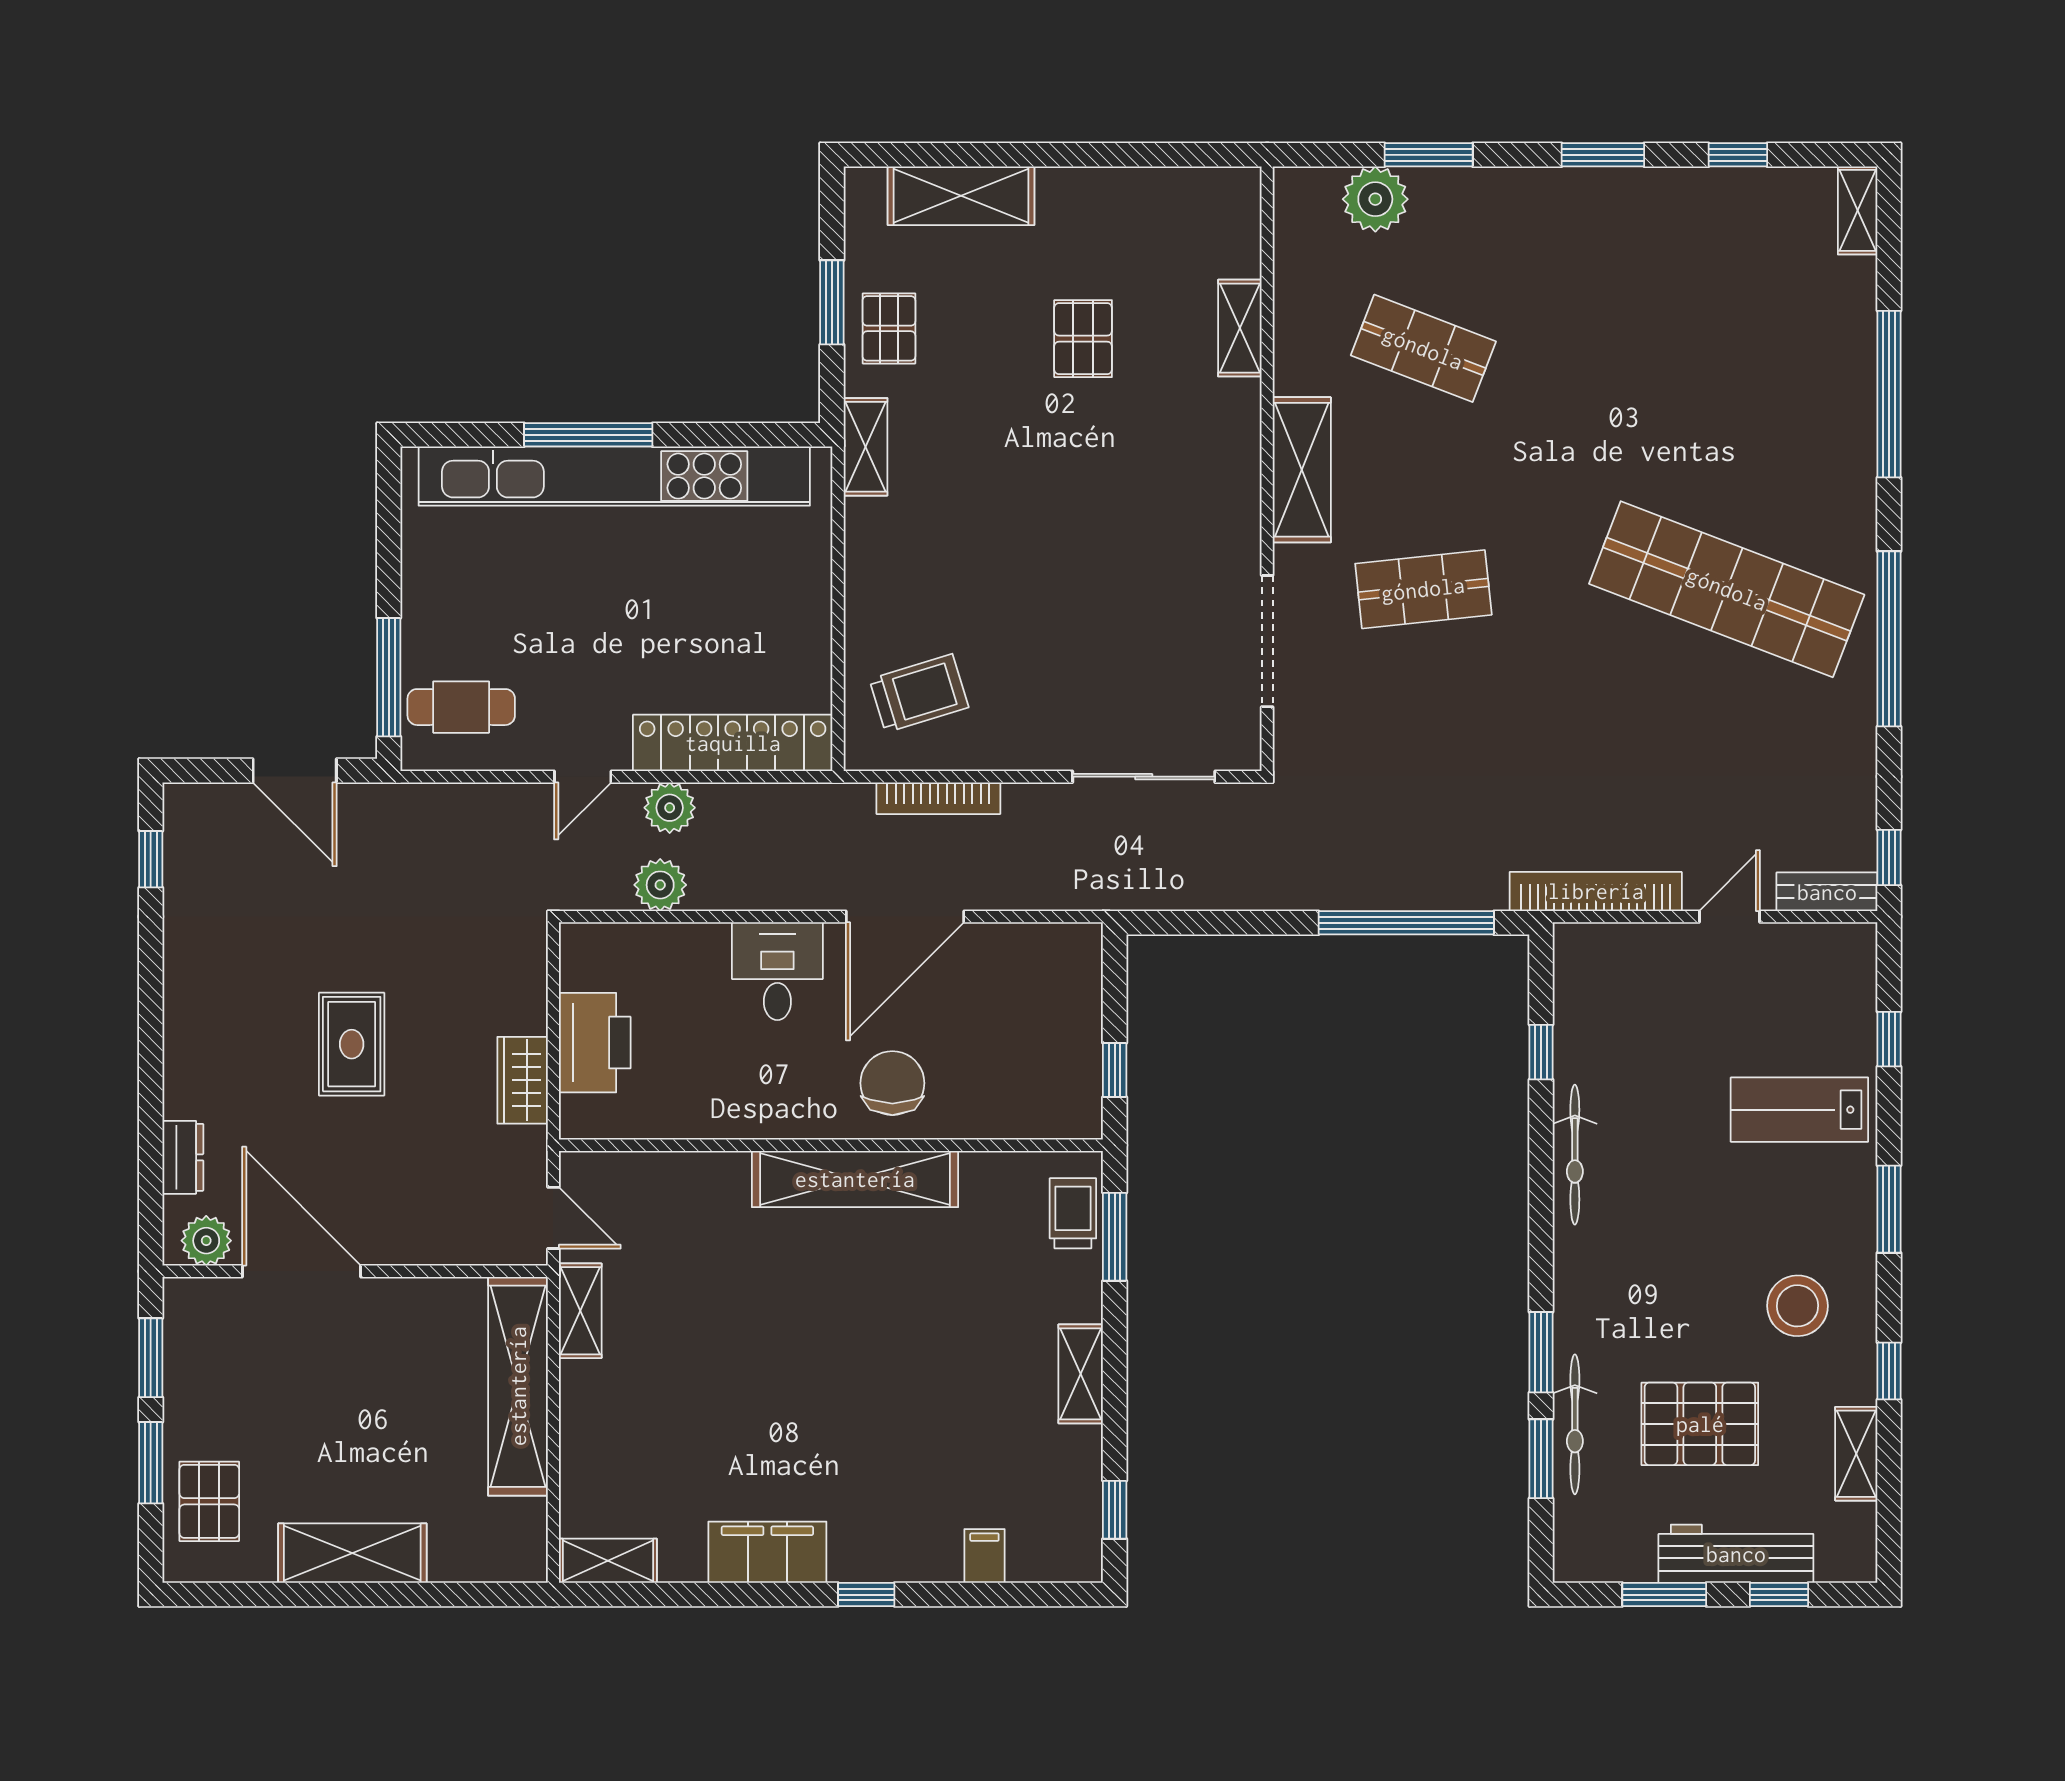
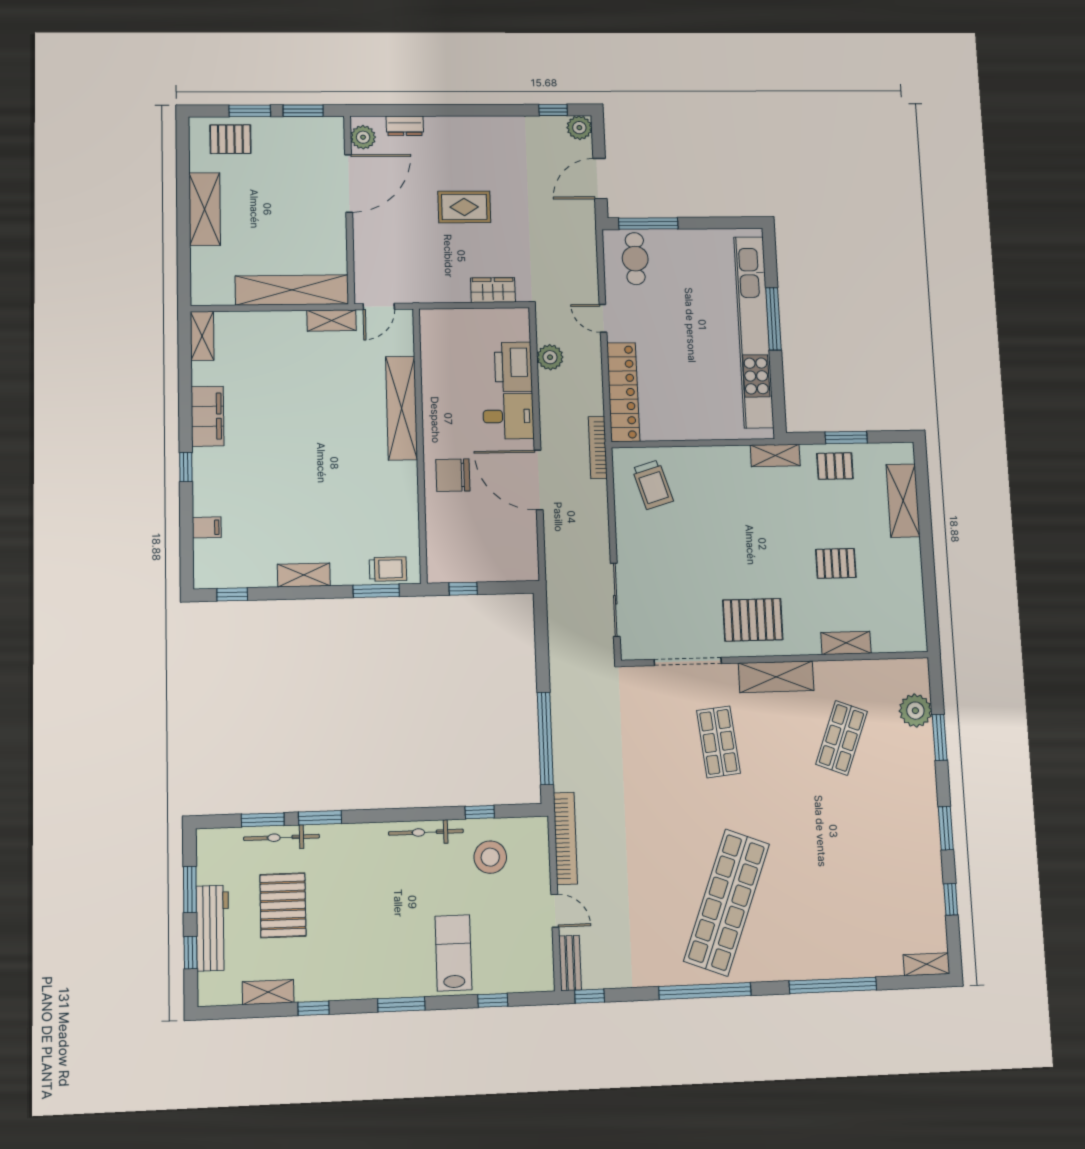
pallet: (1190, 509) -> (753, 620), added
bookcase: (938, 798) -> (598, 448), moved
plant: (670, 808) -> (579, 128), moved
printer: (595, 1043) -> (513, 367), moved, turned 90
wardrobe: (523, 1080) -> (493, 290), moved
chair: (892, 1083) -> (453, 475), turned 180
shelving: (855, 1179) -> (401, 408), moved
stool: (1797, 1306) -> (490, 857), moved

